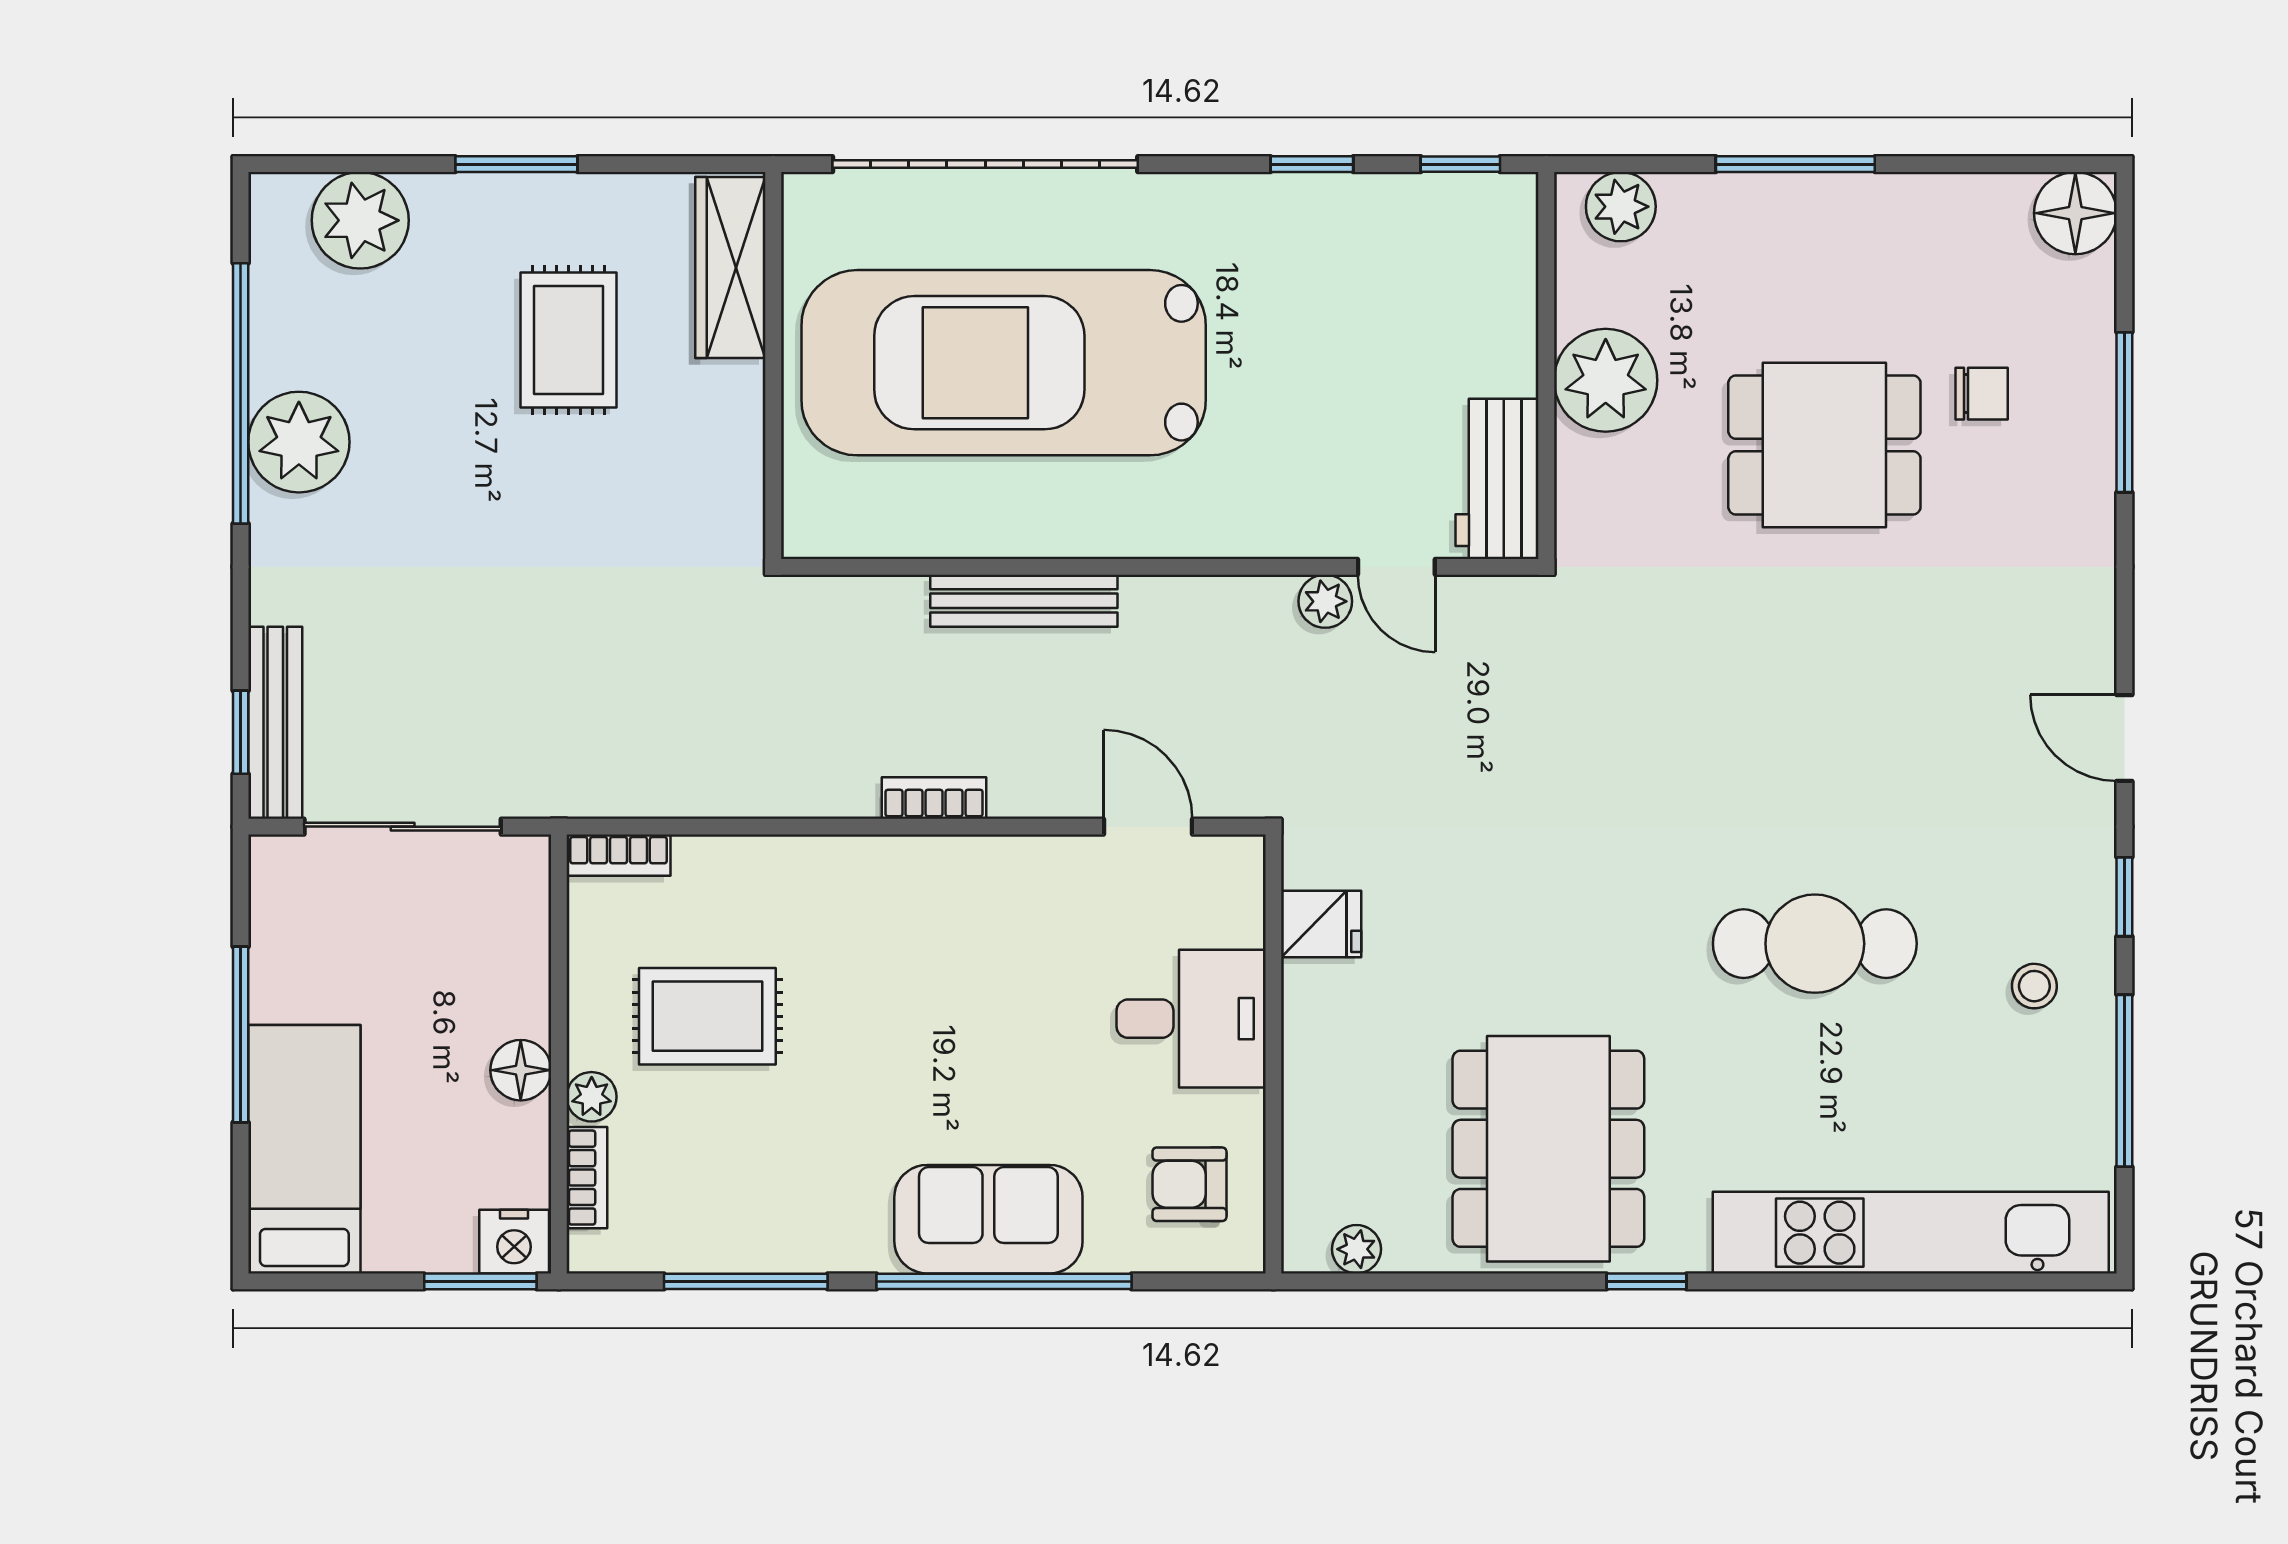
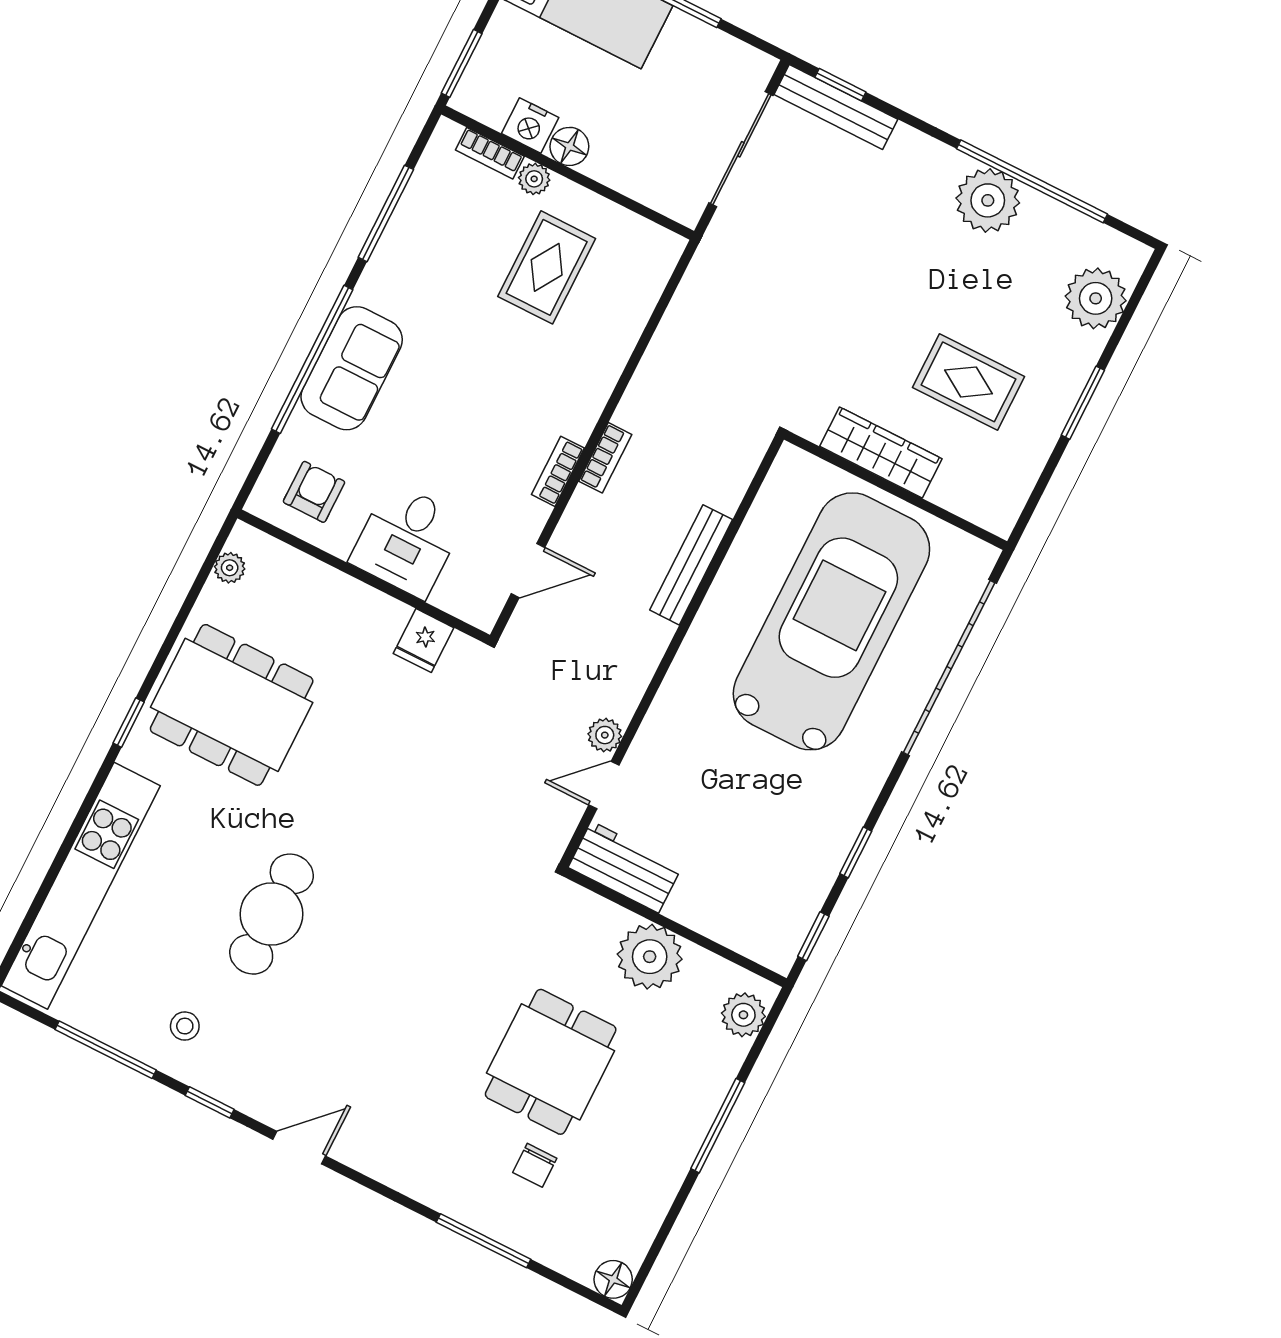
floor lamp: (2075, 213) -> (613, 1279), width x0.73, depth x0.73
wardrobe: (730, 267) -> (881, 453), moved
bookcase: (619, 855) -> (558, 471), moved
nightstand: (514, 1242) -> (530, 126), moved, turned -90

